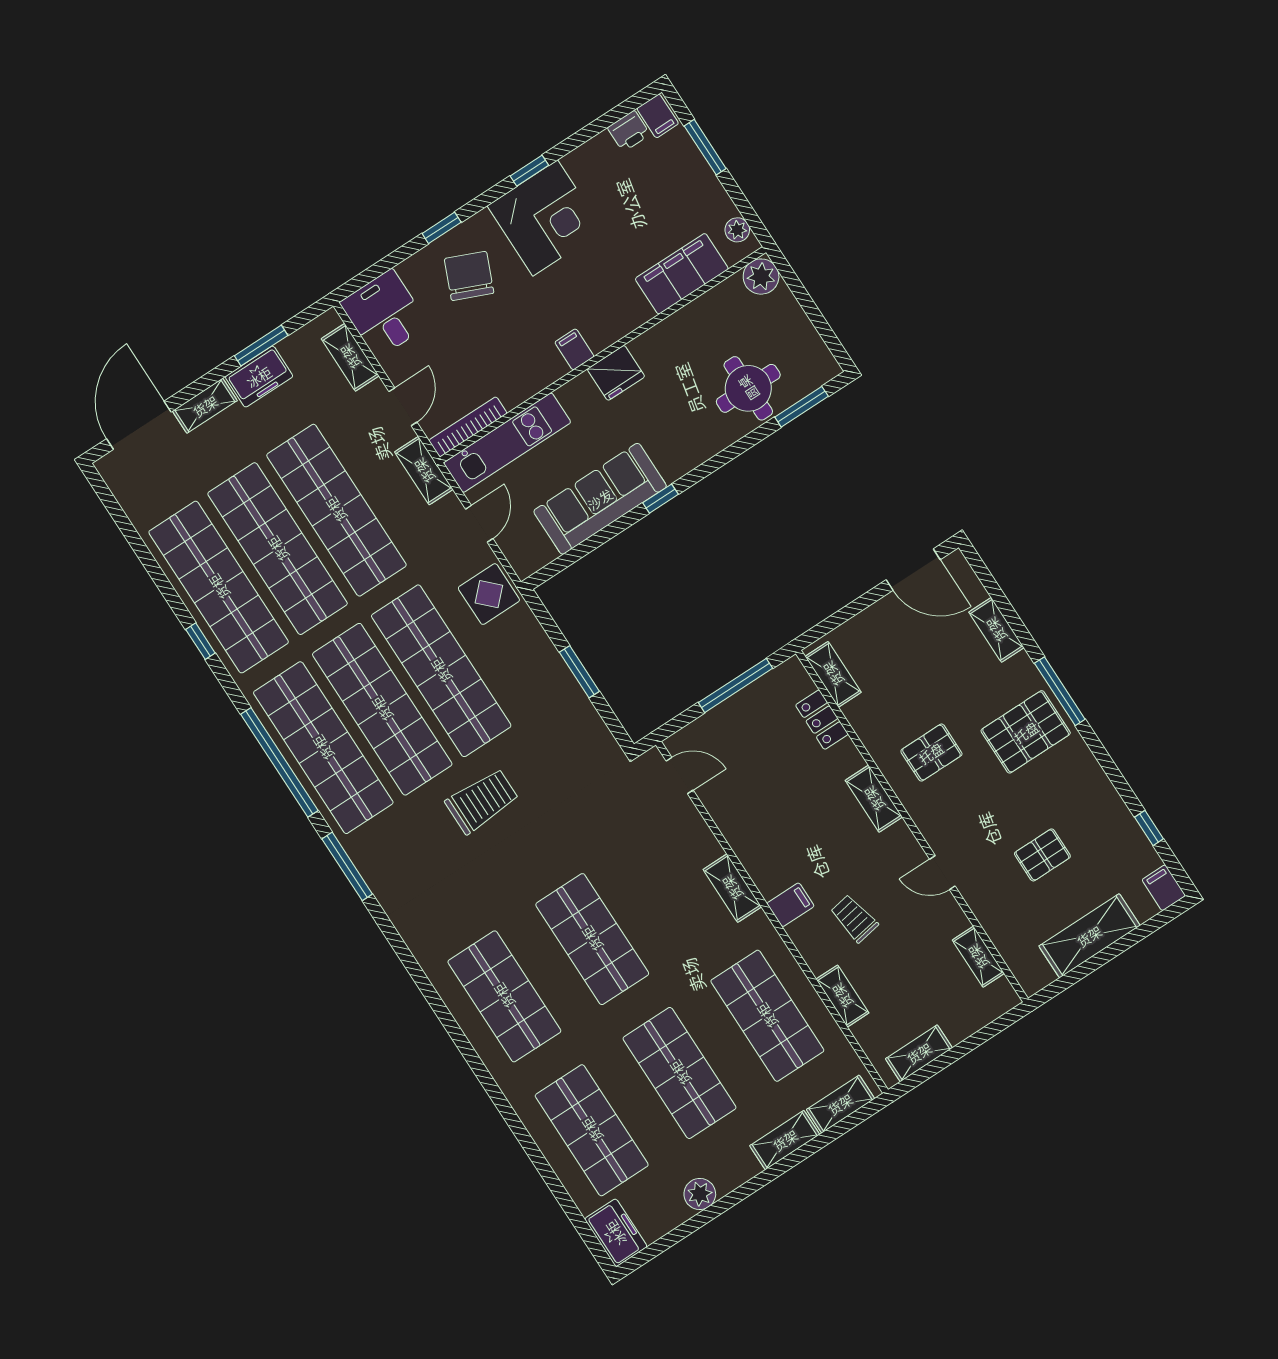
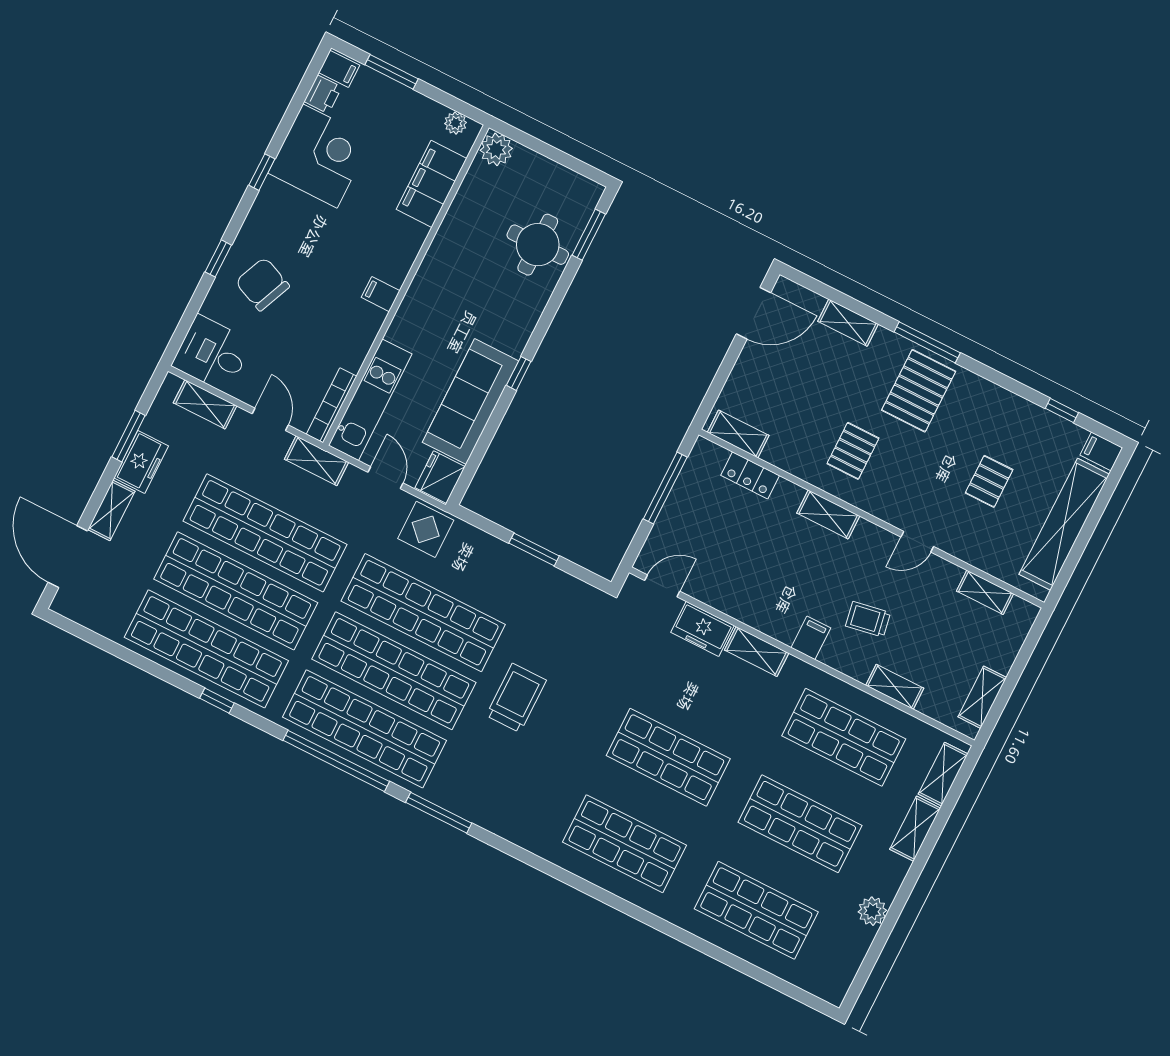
corner desk: (545, 218) -> (320, 156), moved
fridge: (616, 373) -> (440, 477), moved, turned 180
shelving: (1089, 936) -> (1064, 524), width x1.47
freezer: (616, 1233) -> (702, 629), moved, turned 180

